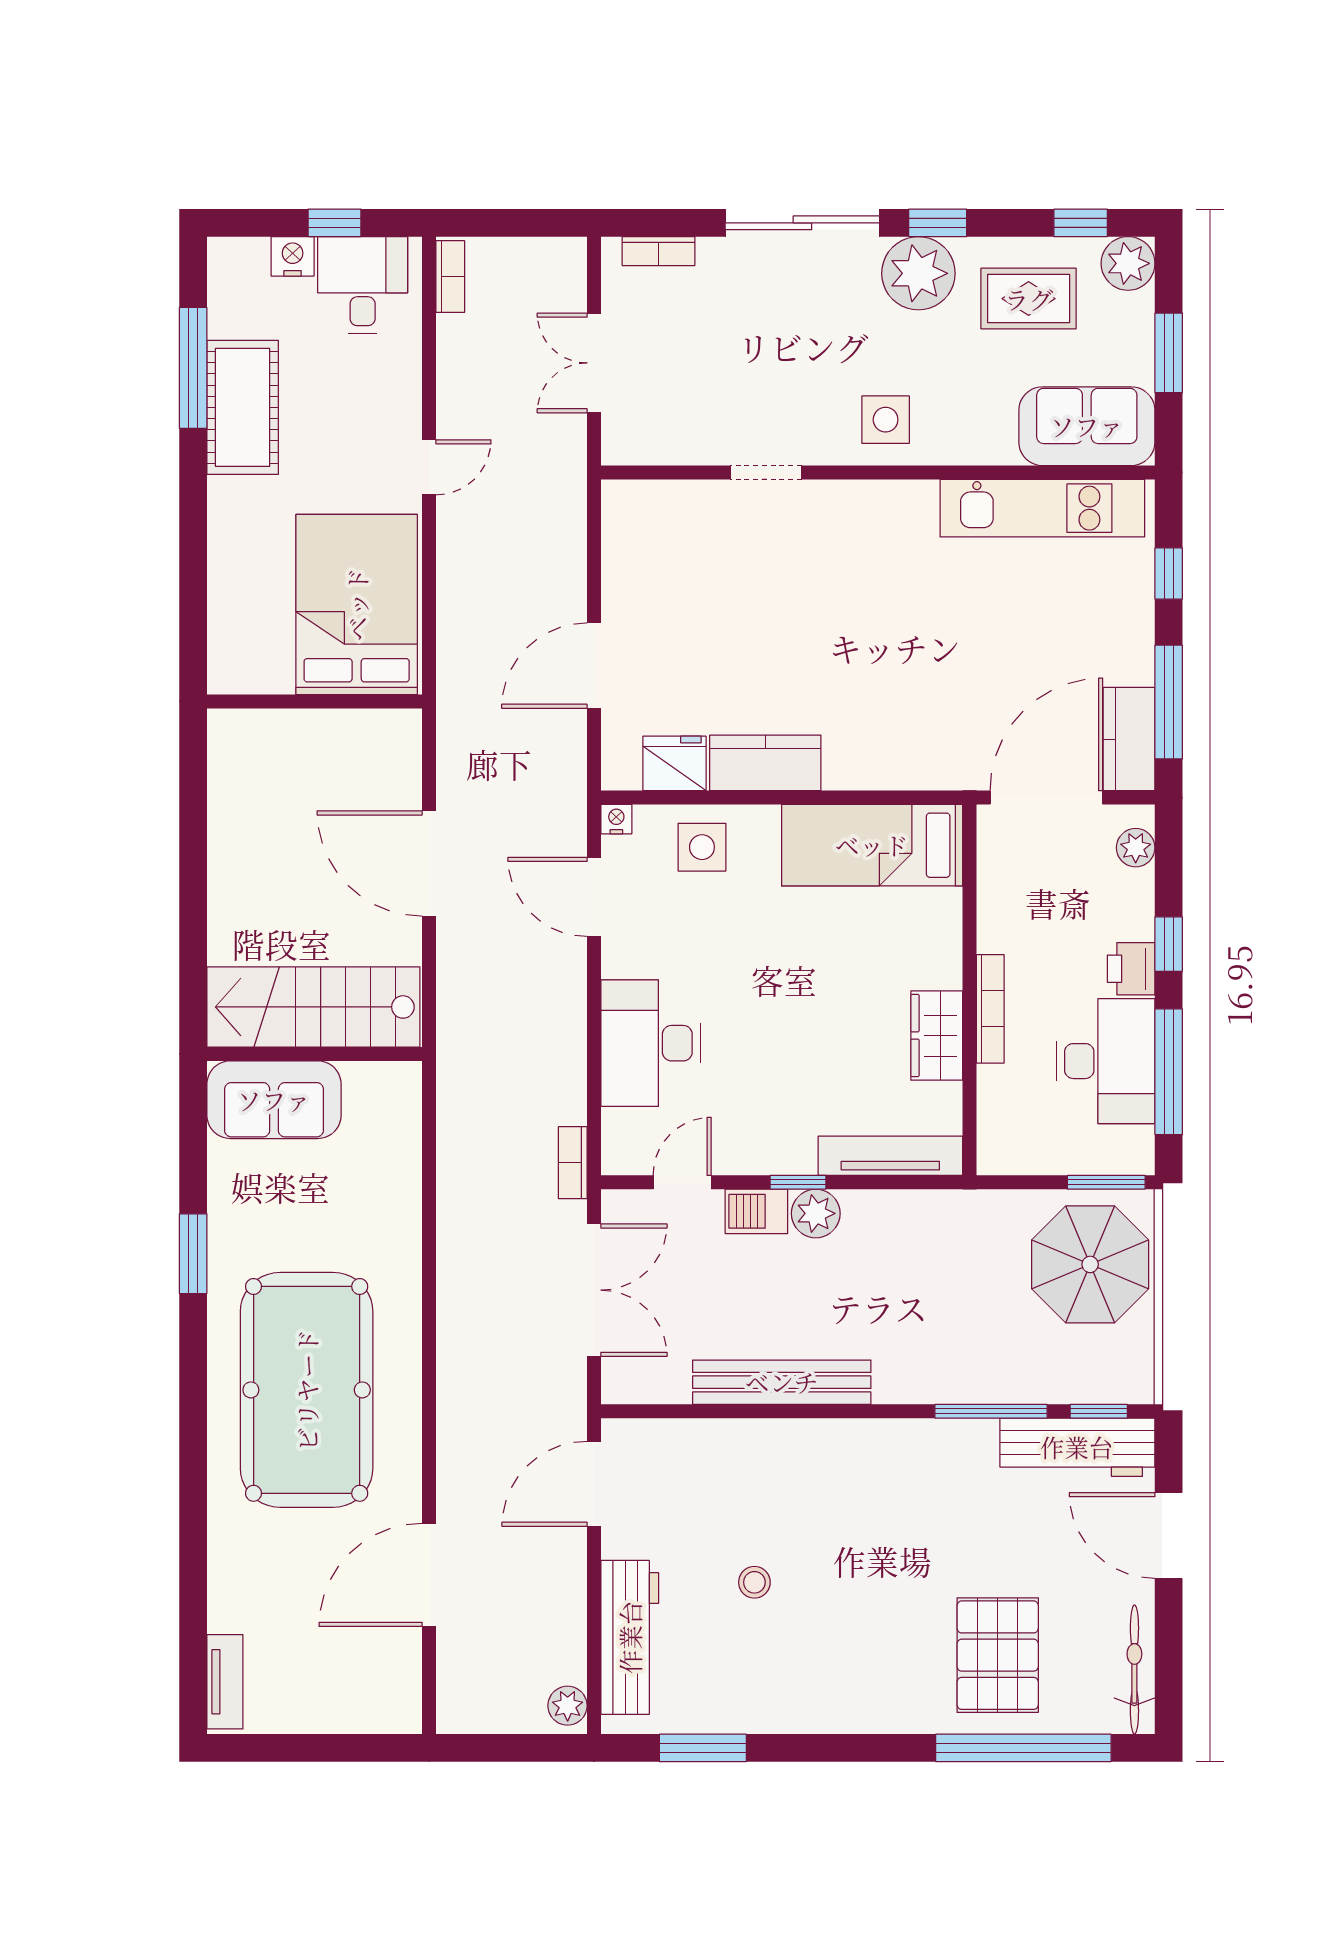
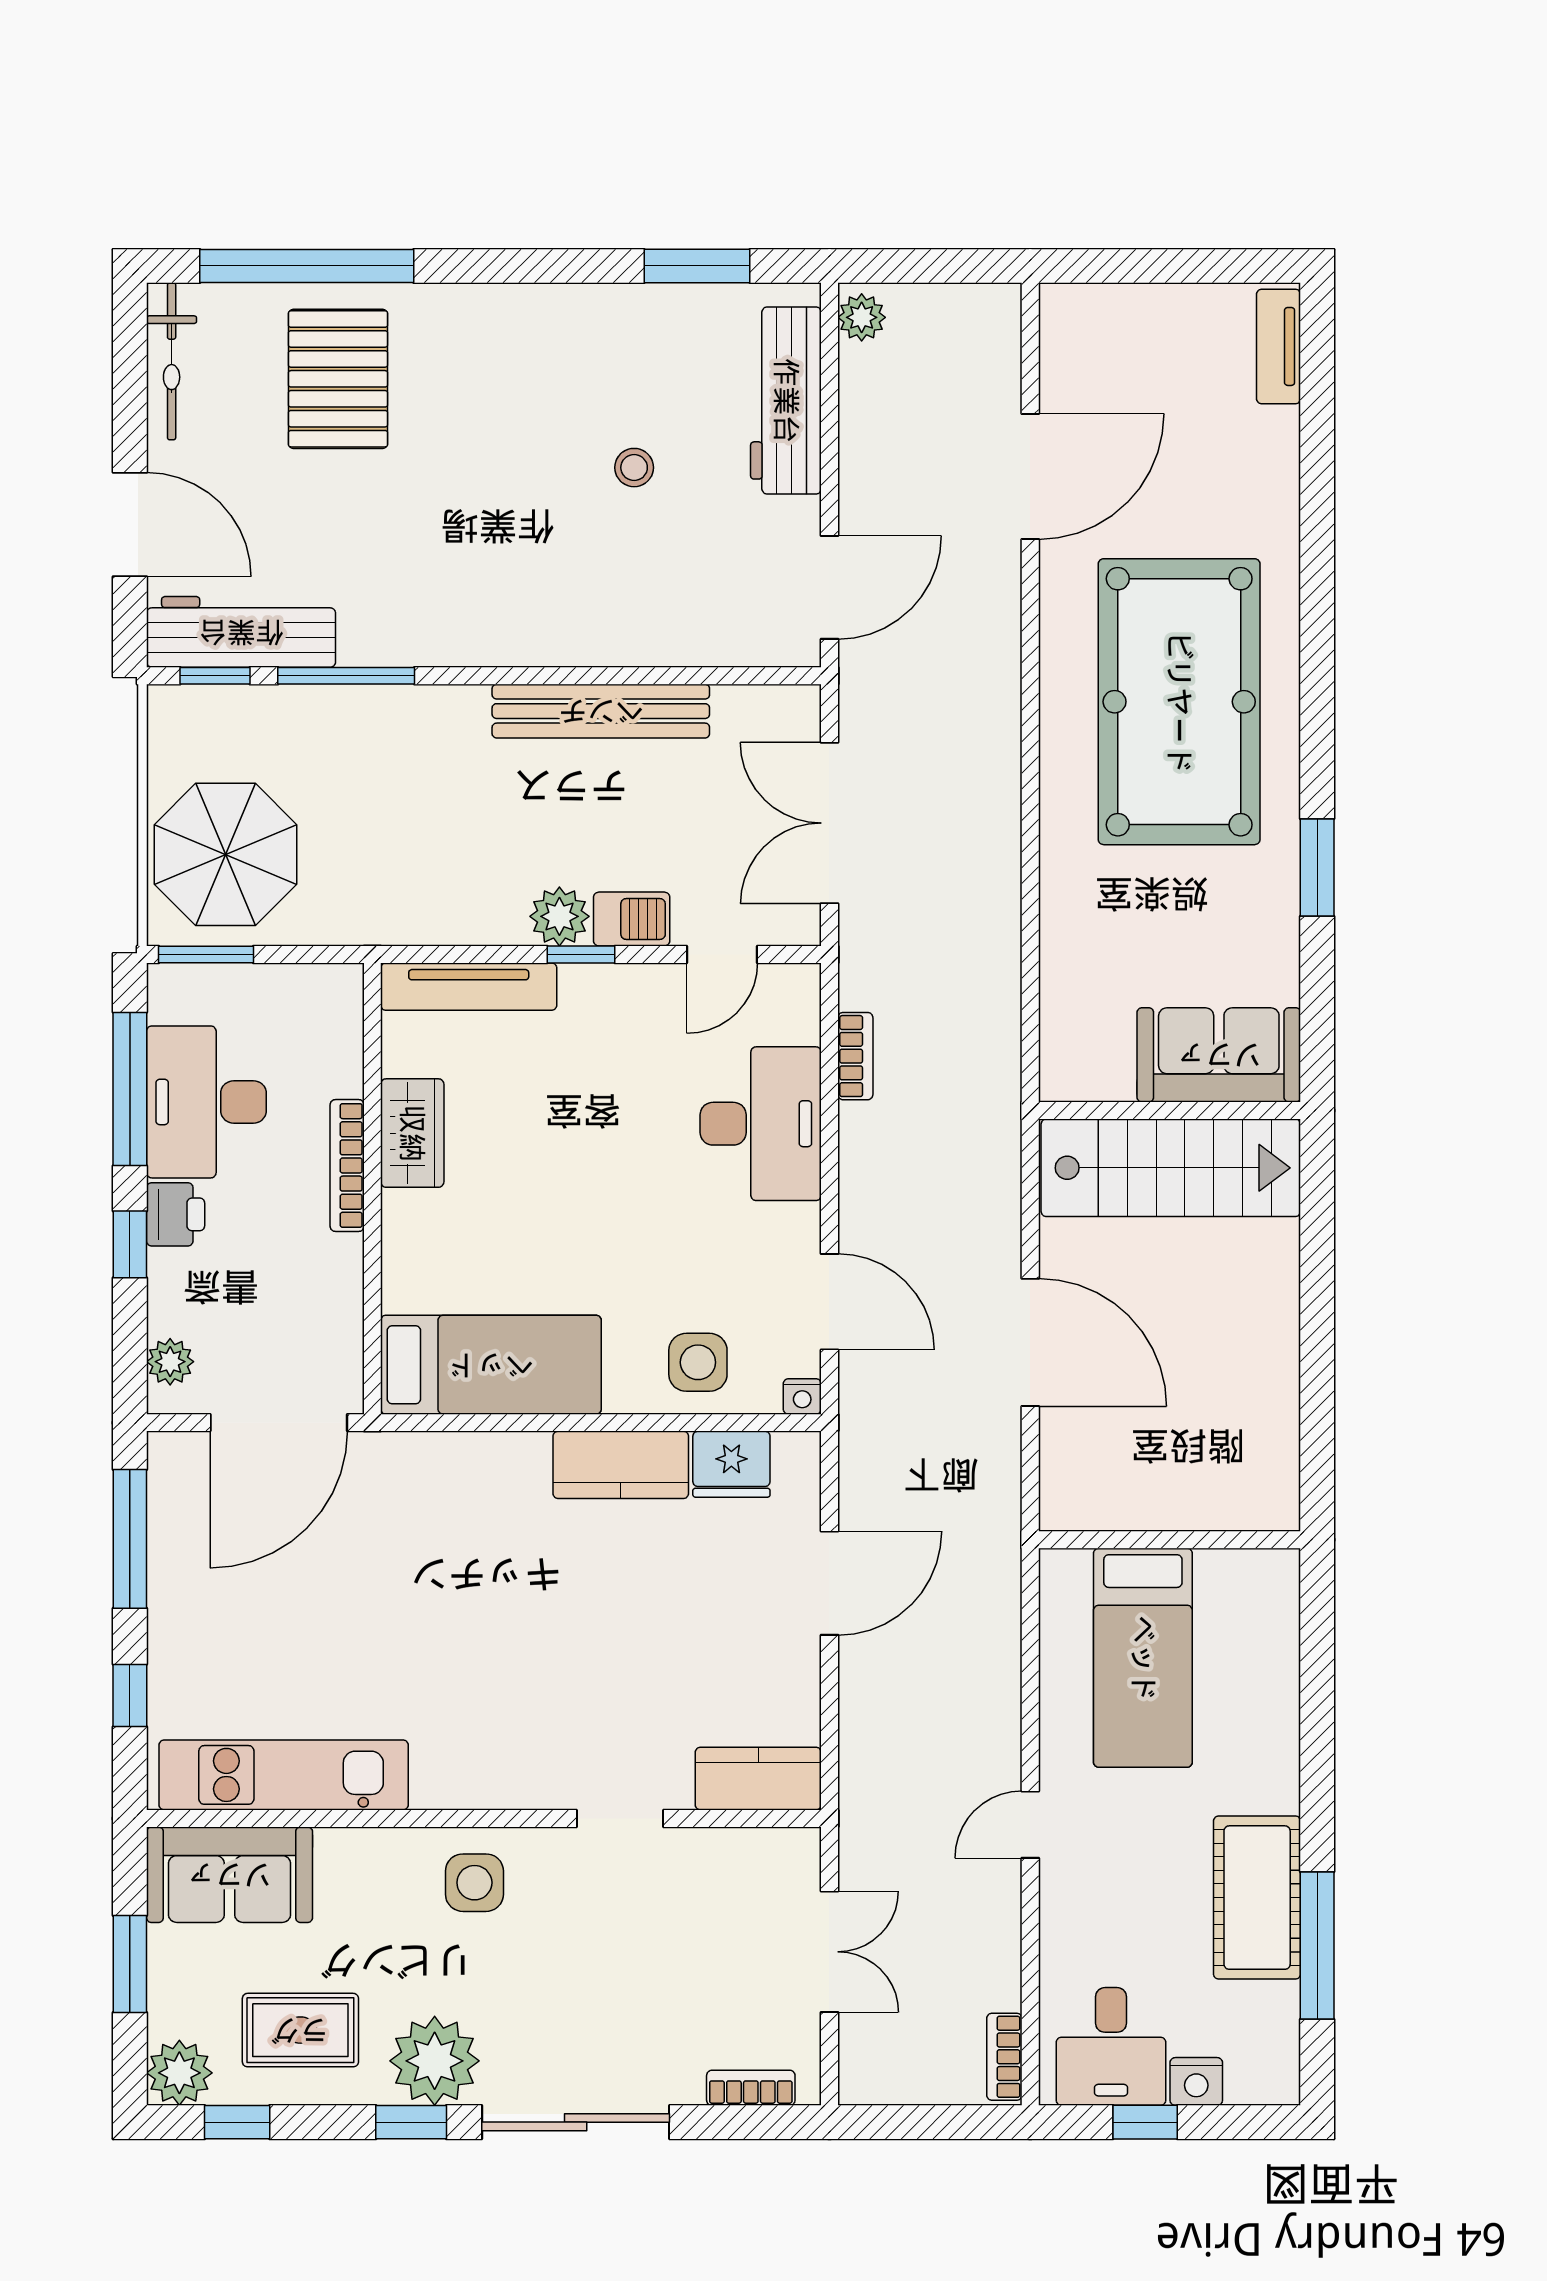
bed: (357, 604) -> (1143, 1658), width x0.67
kitchen counter: (1129, 739) -> (758, 1779), moved, turned -90
bookcase: (573, 1163) -> (855, 1056), moved

